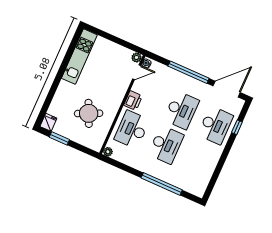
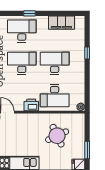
window: (237, 127) -> (29, 13), moved
filing cabinet: (206, 171) -> (61, 23), added
window: (162, 184) -> (87, 53), width x0.32

